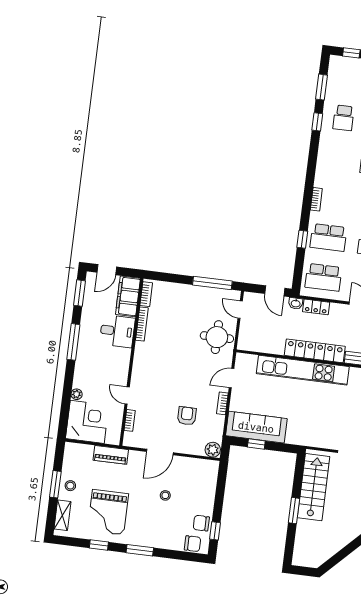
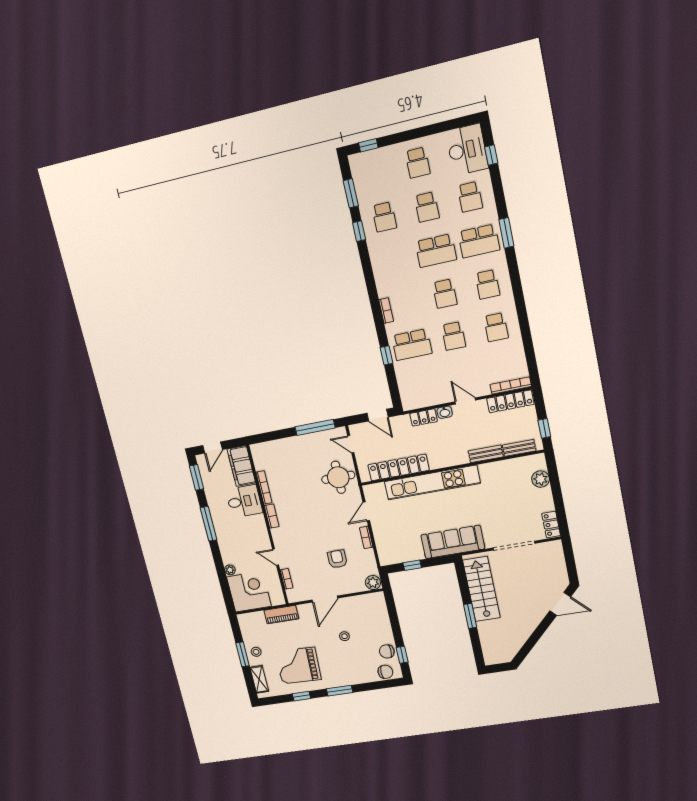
school desk: (323, 277) -> (421, 386), removed
bookcase: (146, 294) -> (272, 516), moved
washbasin: (296, 303) -> (445, 412), moved
locker: (315, 351) -> (398, 468), moved
sofa: (256, 427) -> (453, 542), moved
grand piano: (108, 512) -> (298, 665), turned 92

